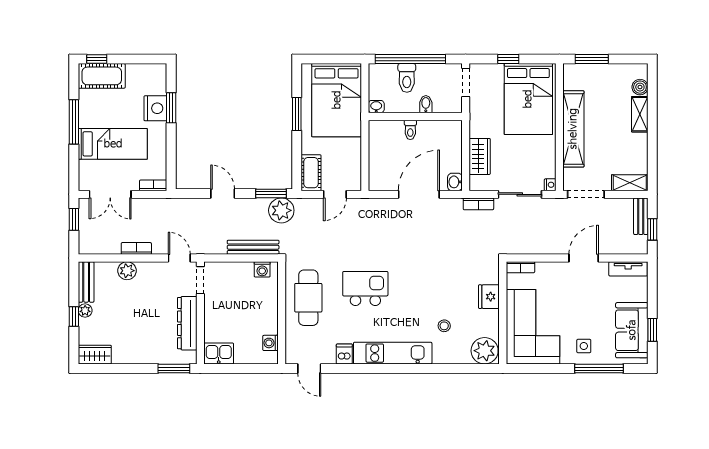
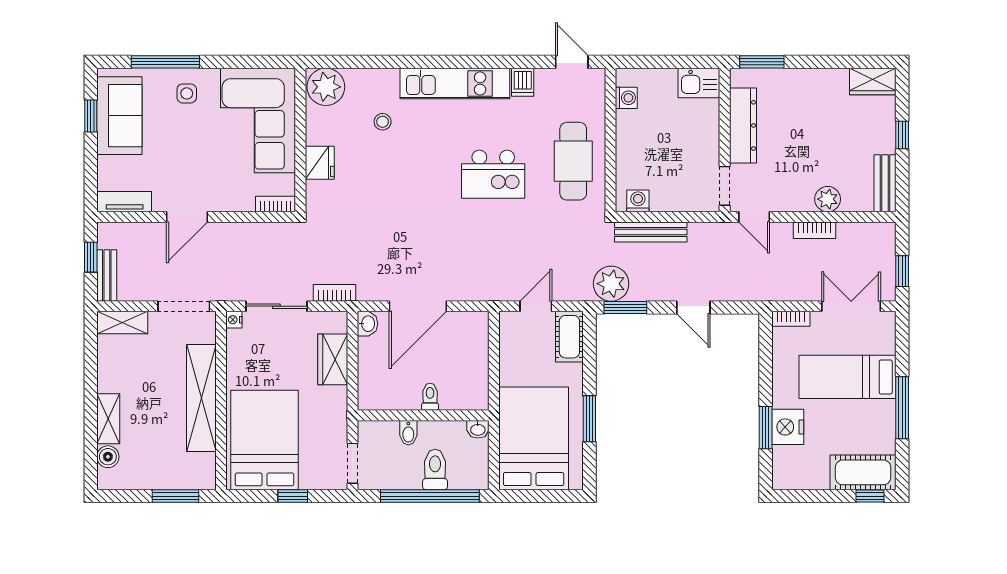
plant: (85, 311) -> (886, 143), removed

